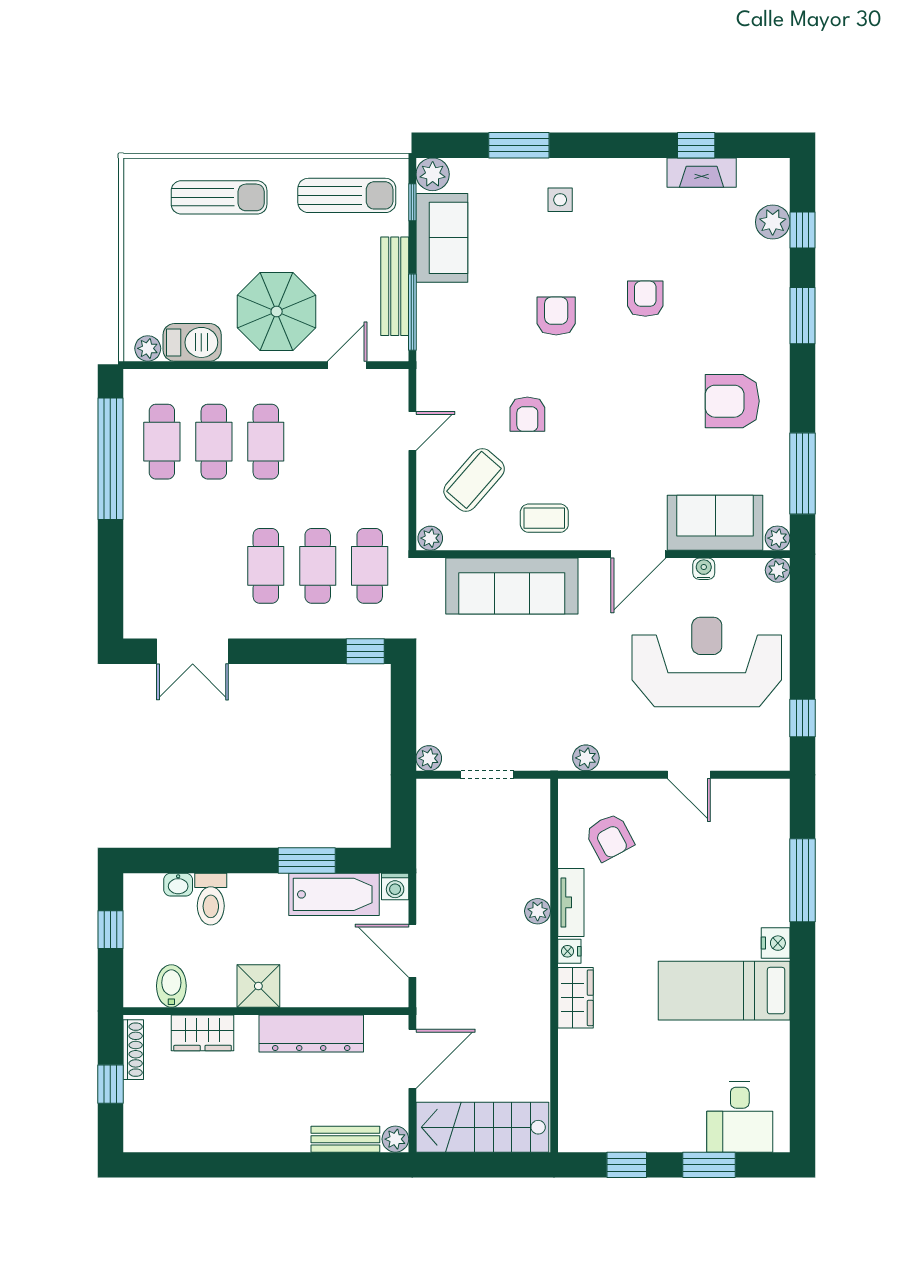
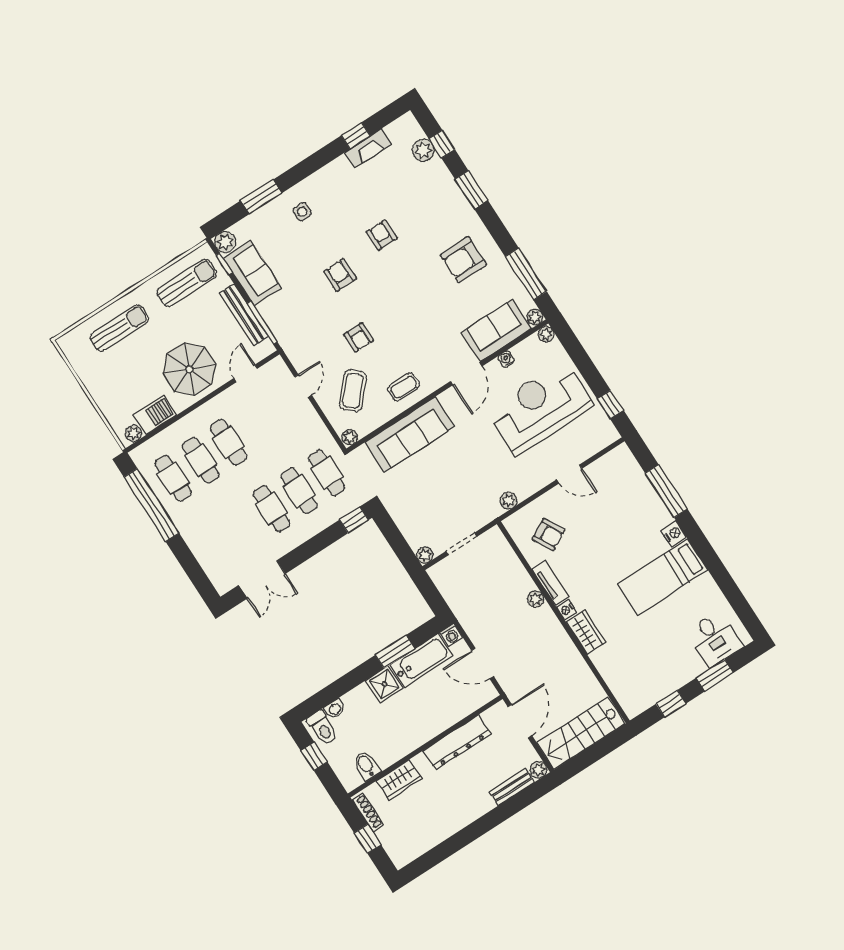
toilet: (211, 899) -> (322, 728), moved
shower: (258, 986) -> (384, 684), moved

